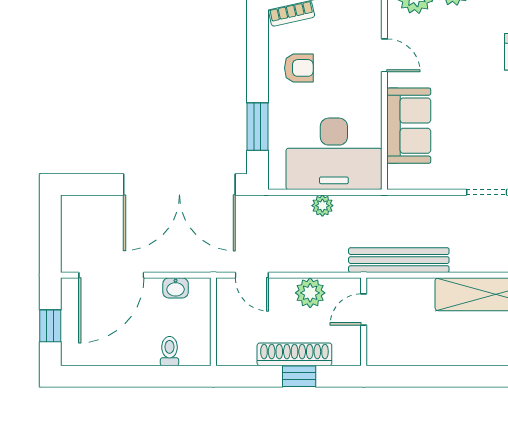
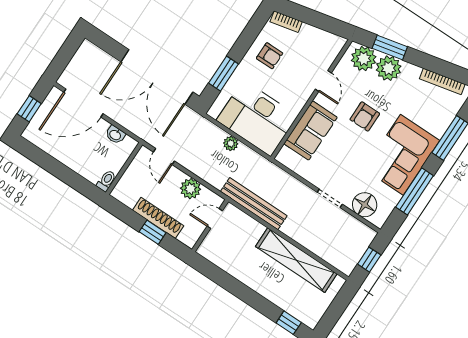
armchair: (463, 65) -> (365, 116), added
toilet: (170, 351) -> (106, 181), moved

